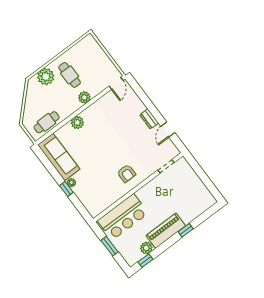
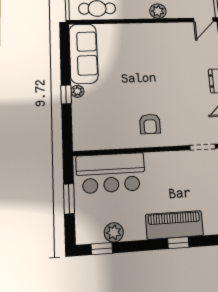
plant: (77, 123) -> (132, 31), removed
piano: (166, 231) -> (174, 225), moved

